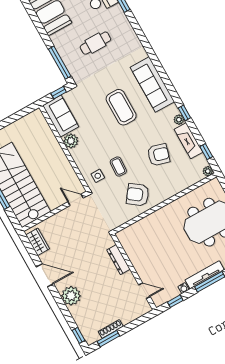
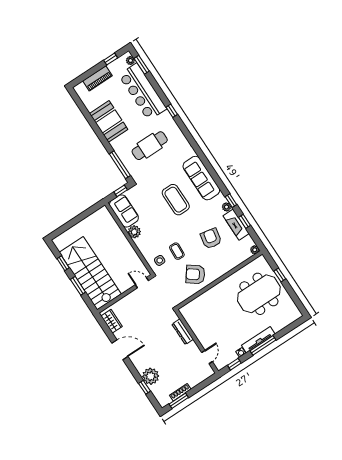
cafe table: (95, 43) -> (150, 146), width x1.37, depth x1.35
window: (206, 152) -> (245, 221), moved
armchair: (158, 155) -> (211, 238), turned -95
door: (144, 291) -> (207, 357), hinge flipped
plant: (71, 296) -> (151, 376), moved
window: (79, 335) -> (145, 387), moved

